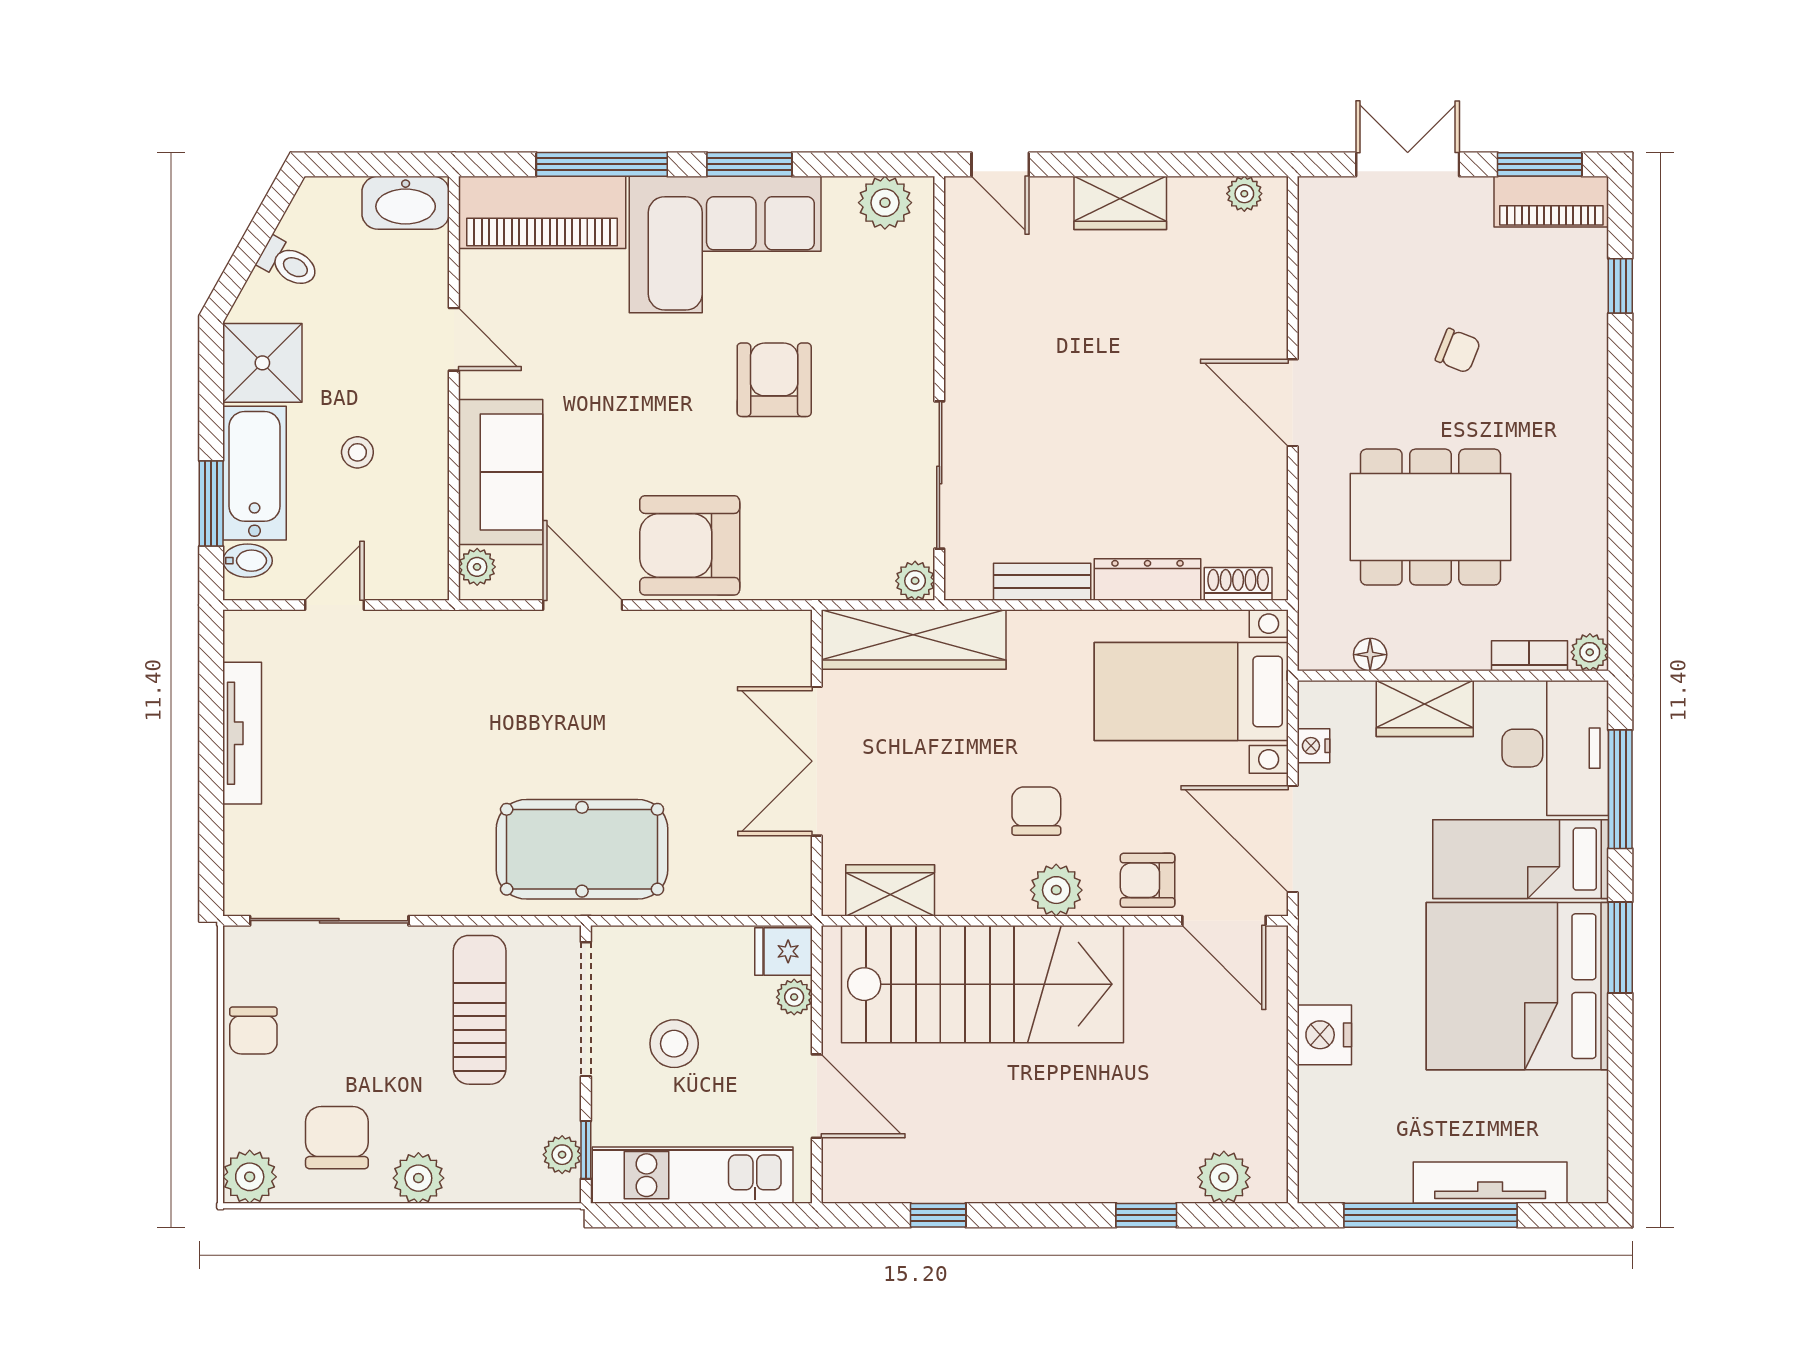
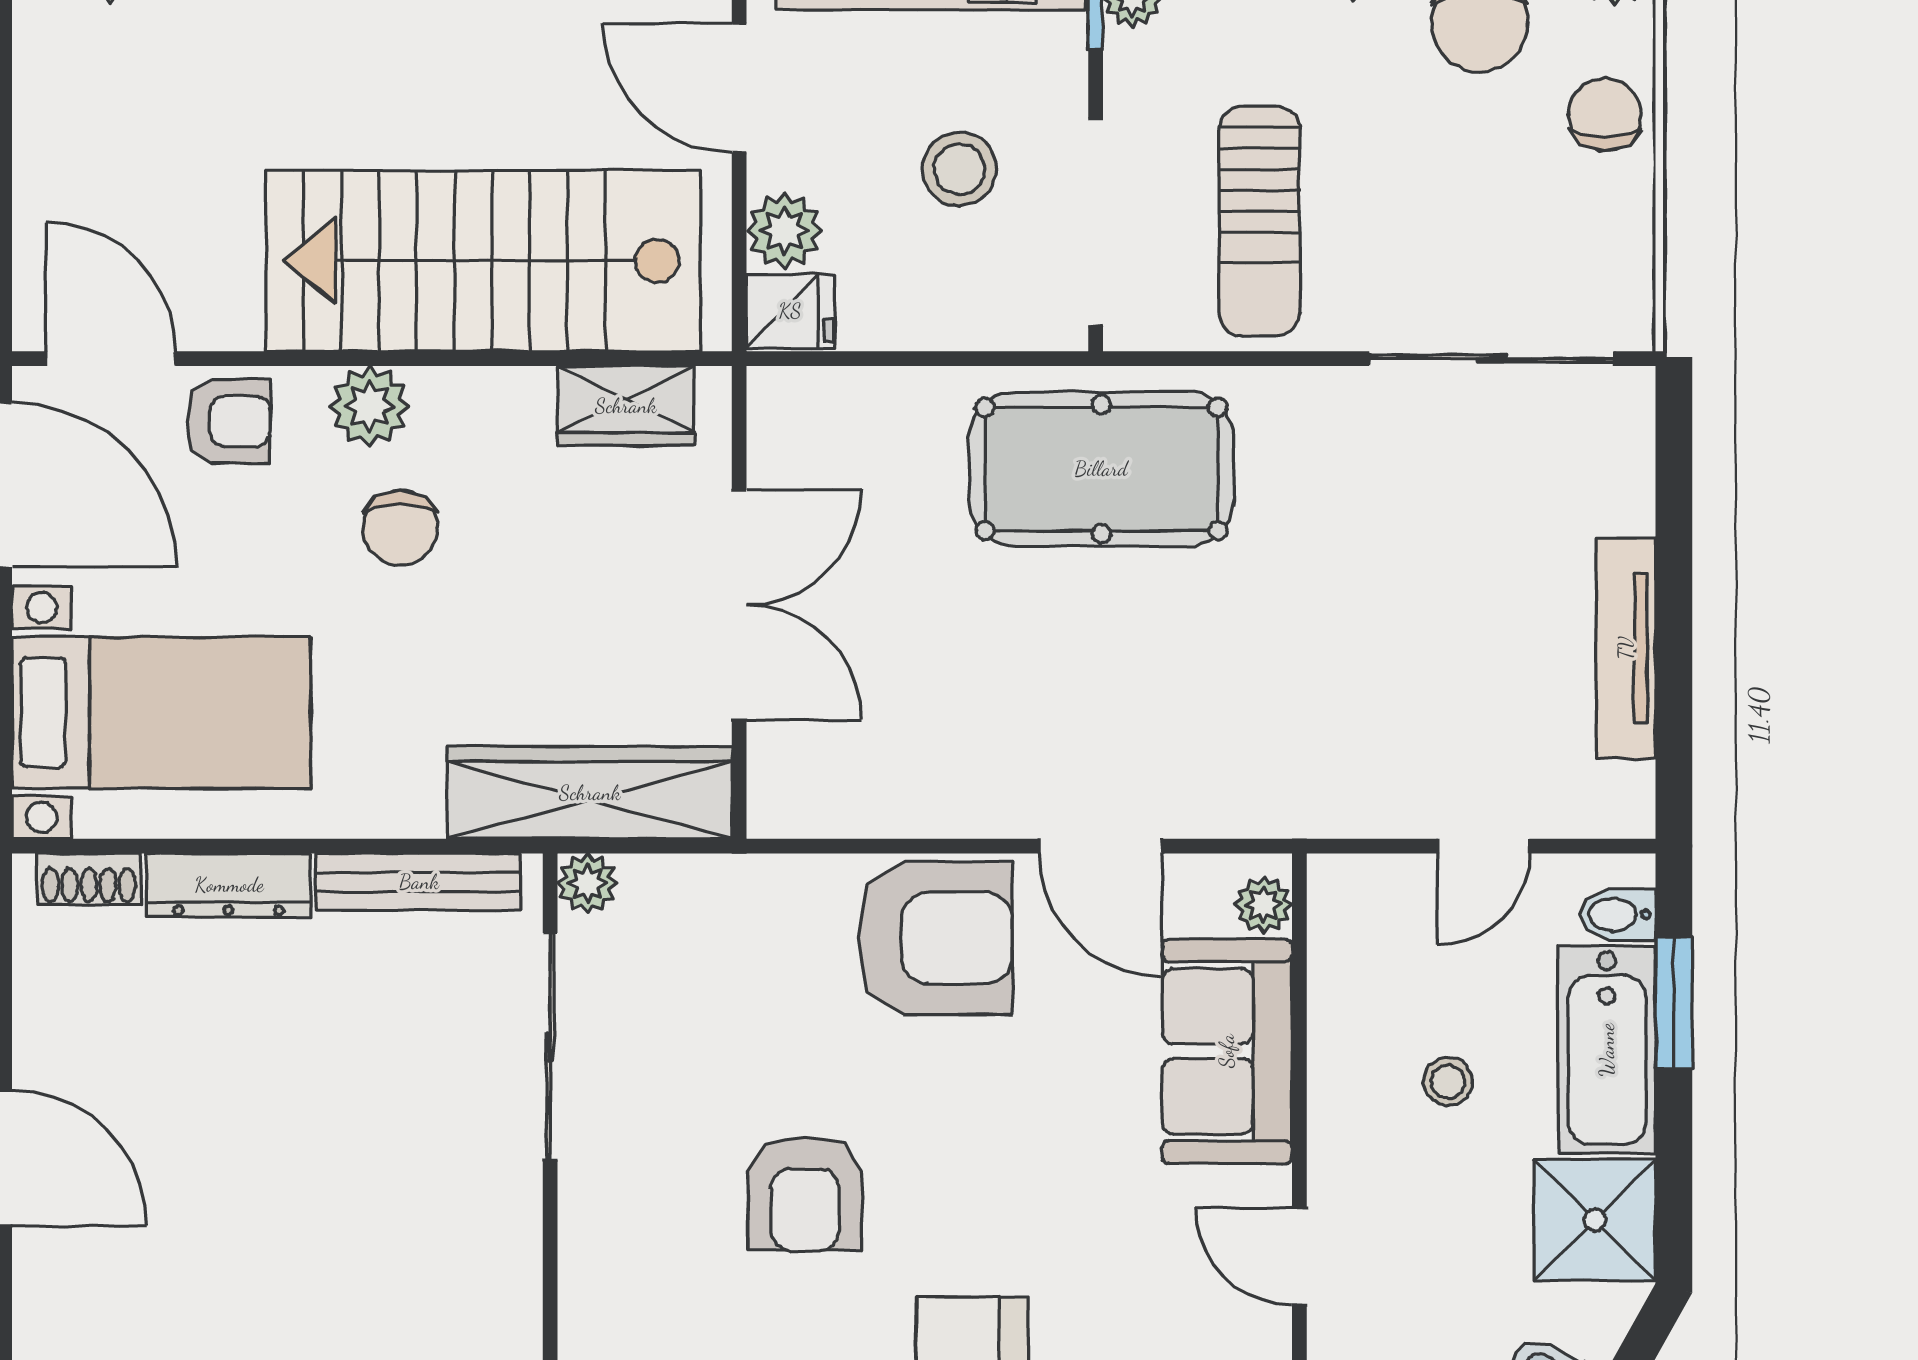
bench: (1042, 582) -> (419, 882), width x1.36
plant: (794, 997) -> (784, 231), width x1.38, depth x1.38
chair: (253, 1031) -> (1605, 115), moved

